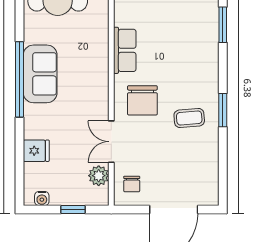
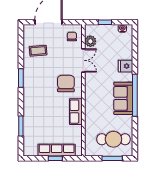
coffee table: (189, 118) -> (38, 51), moved
fridge: (36, 151) -> (125, 66), moved

